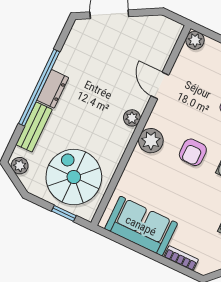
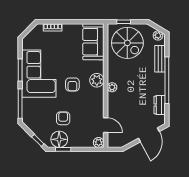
door: (160, 86) -> (106, 125), moved
dresser: (53, 89) -> (160, 105), moved
armchair: (193, 152) -> (72, 84), turned 180
sofa: (141, 226) -> (93, 42), moved, turned 90

